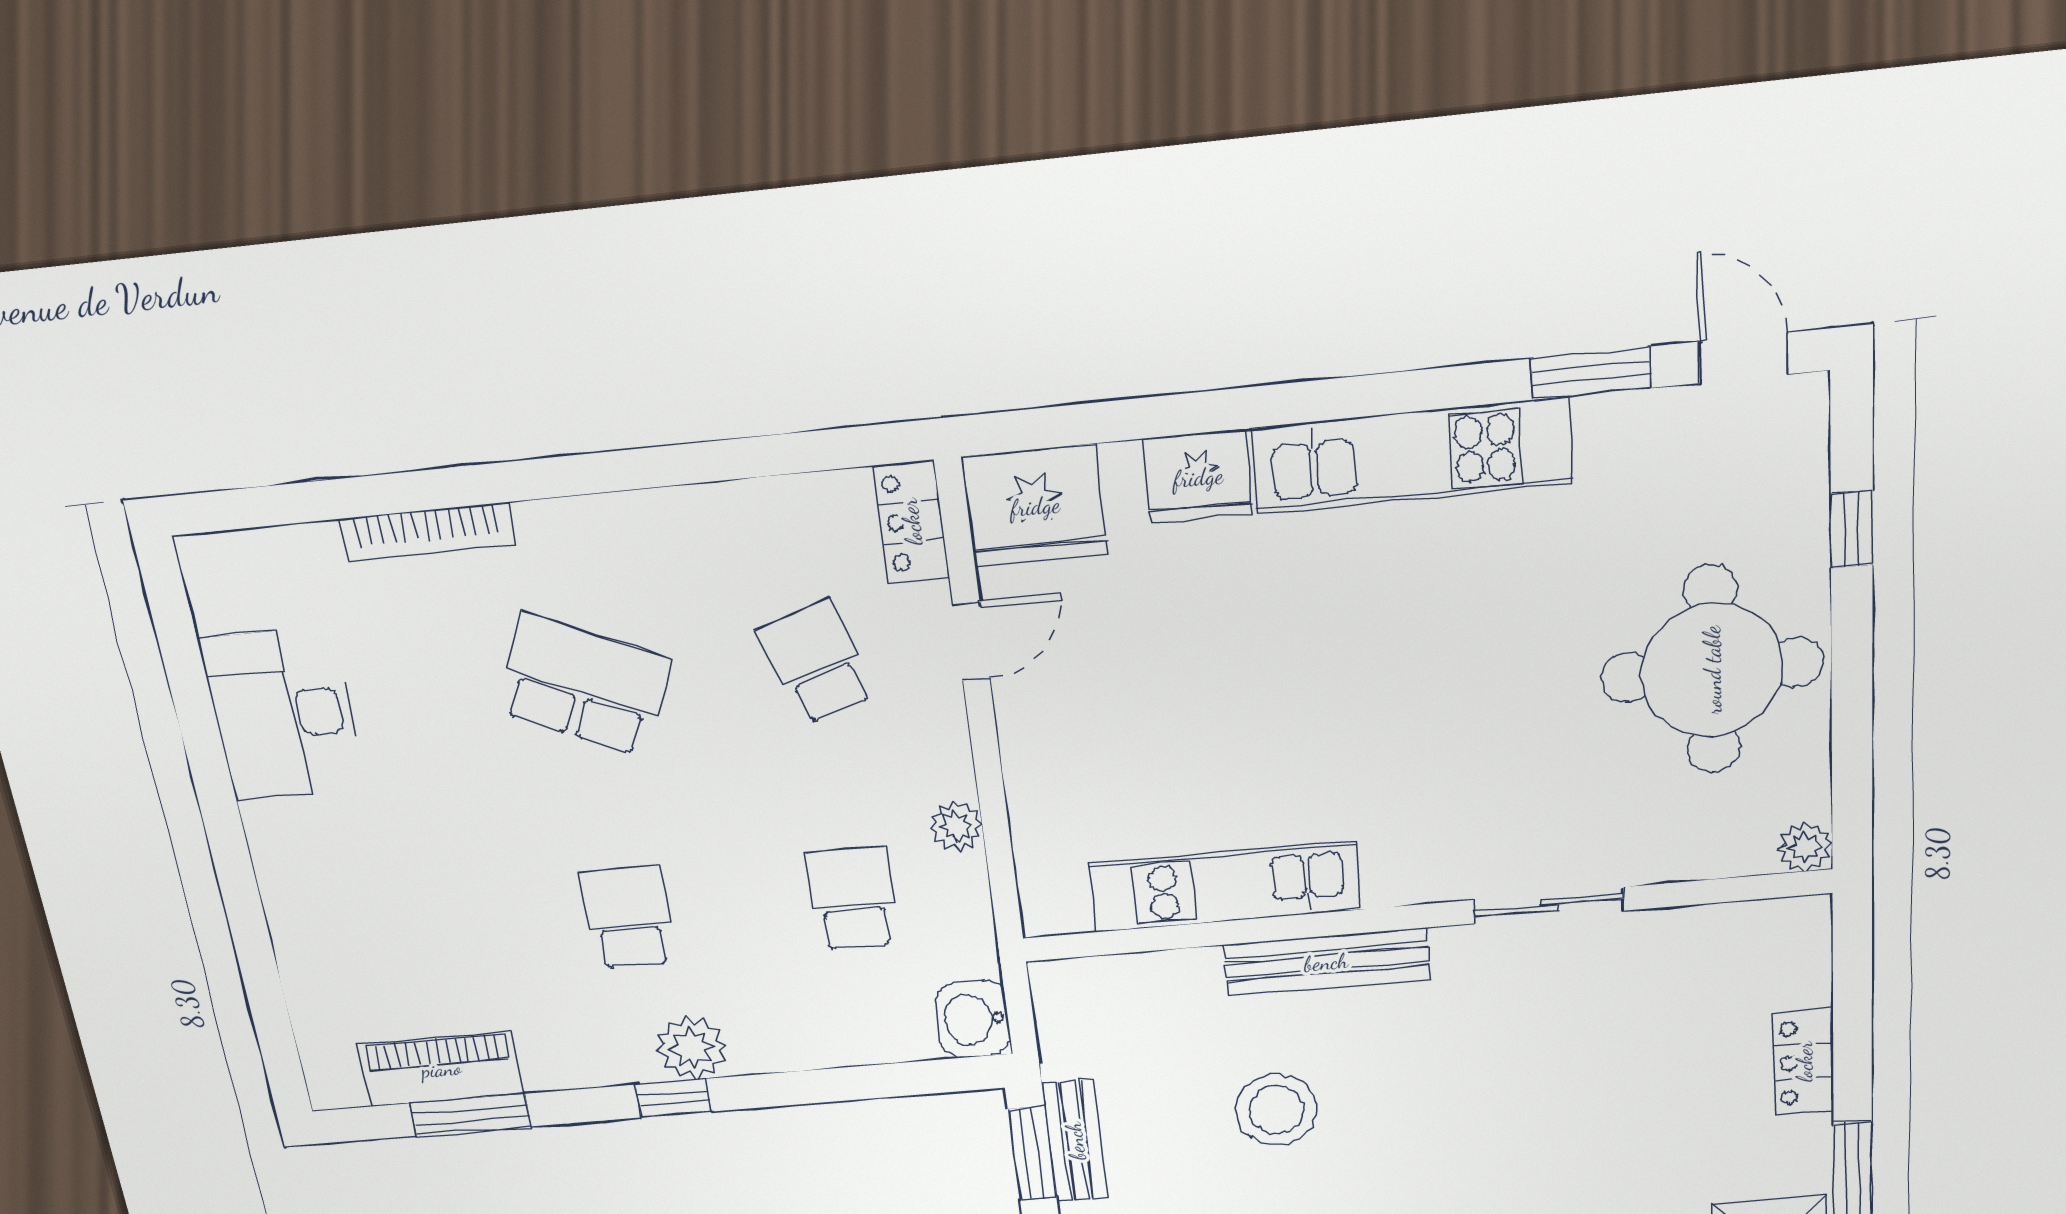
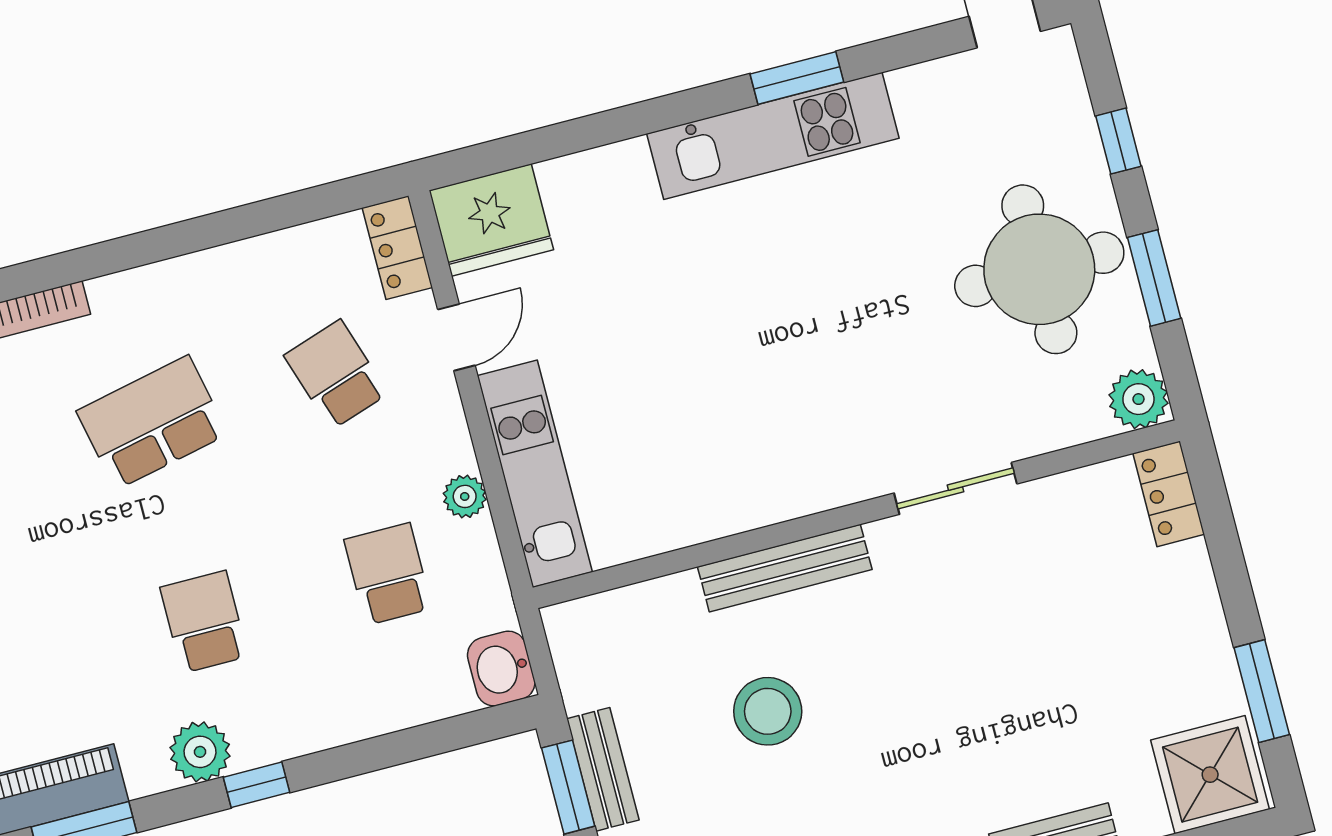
window: (1591, 373) -> (797, 78), moved
fridge: (1198, 477) -> (613, 178), removed
school desk: (584, 685) -> (152, 423), turned -36
window: (1852, 702) -> (1154, 278), added
plant: (1805, 847) -> (1138, 399), width x1.38, depth x1.38
kitchen unit: (1225, 887) -> (535, 474), moved, turned 90
plant: (692, 1048) -> (200, 752), moved
locker: (1804, 1062) -> (1169, 494), moved

